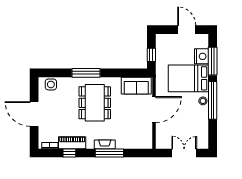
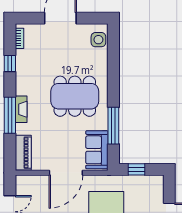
window: (86, 73) -> (113, 126), moved
door: (154, 110) -> (66, 173), hinge flipped
piano: (72, 143) -> (23, 153), moved

